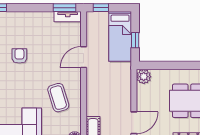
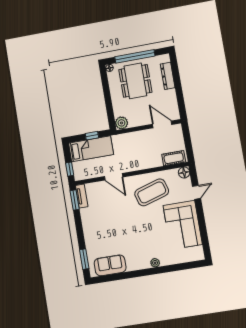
armchair: (19, 56) -> (122, 232), removed
coffee table: (58, 98) -> (152, 192), width x1.36, depth x1.32

